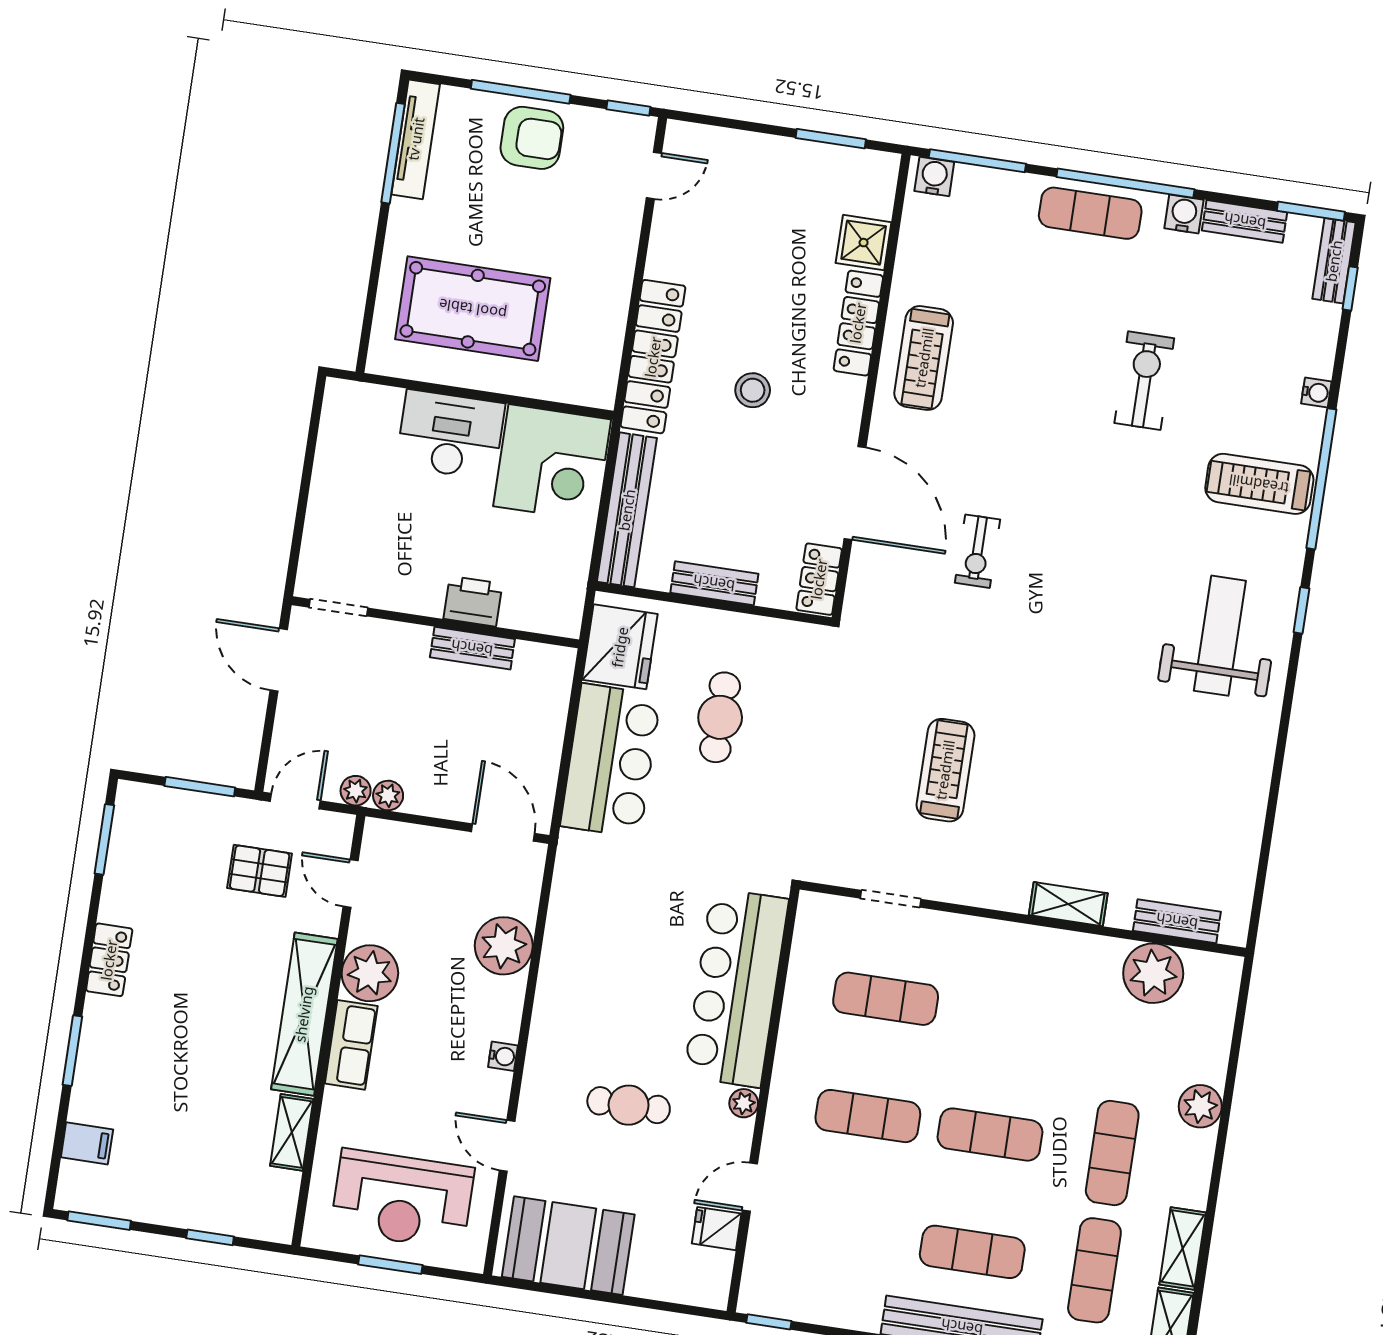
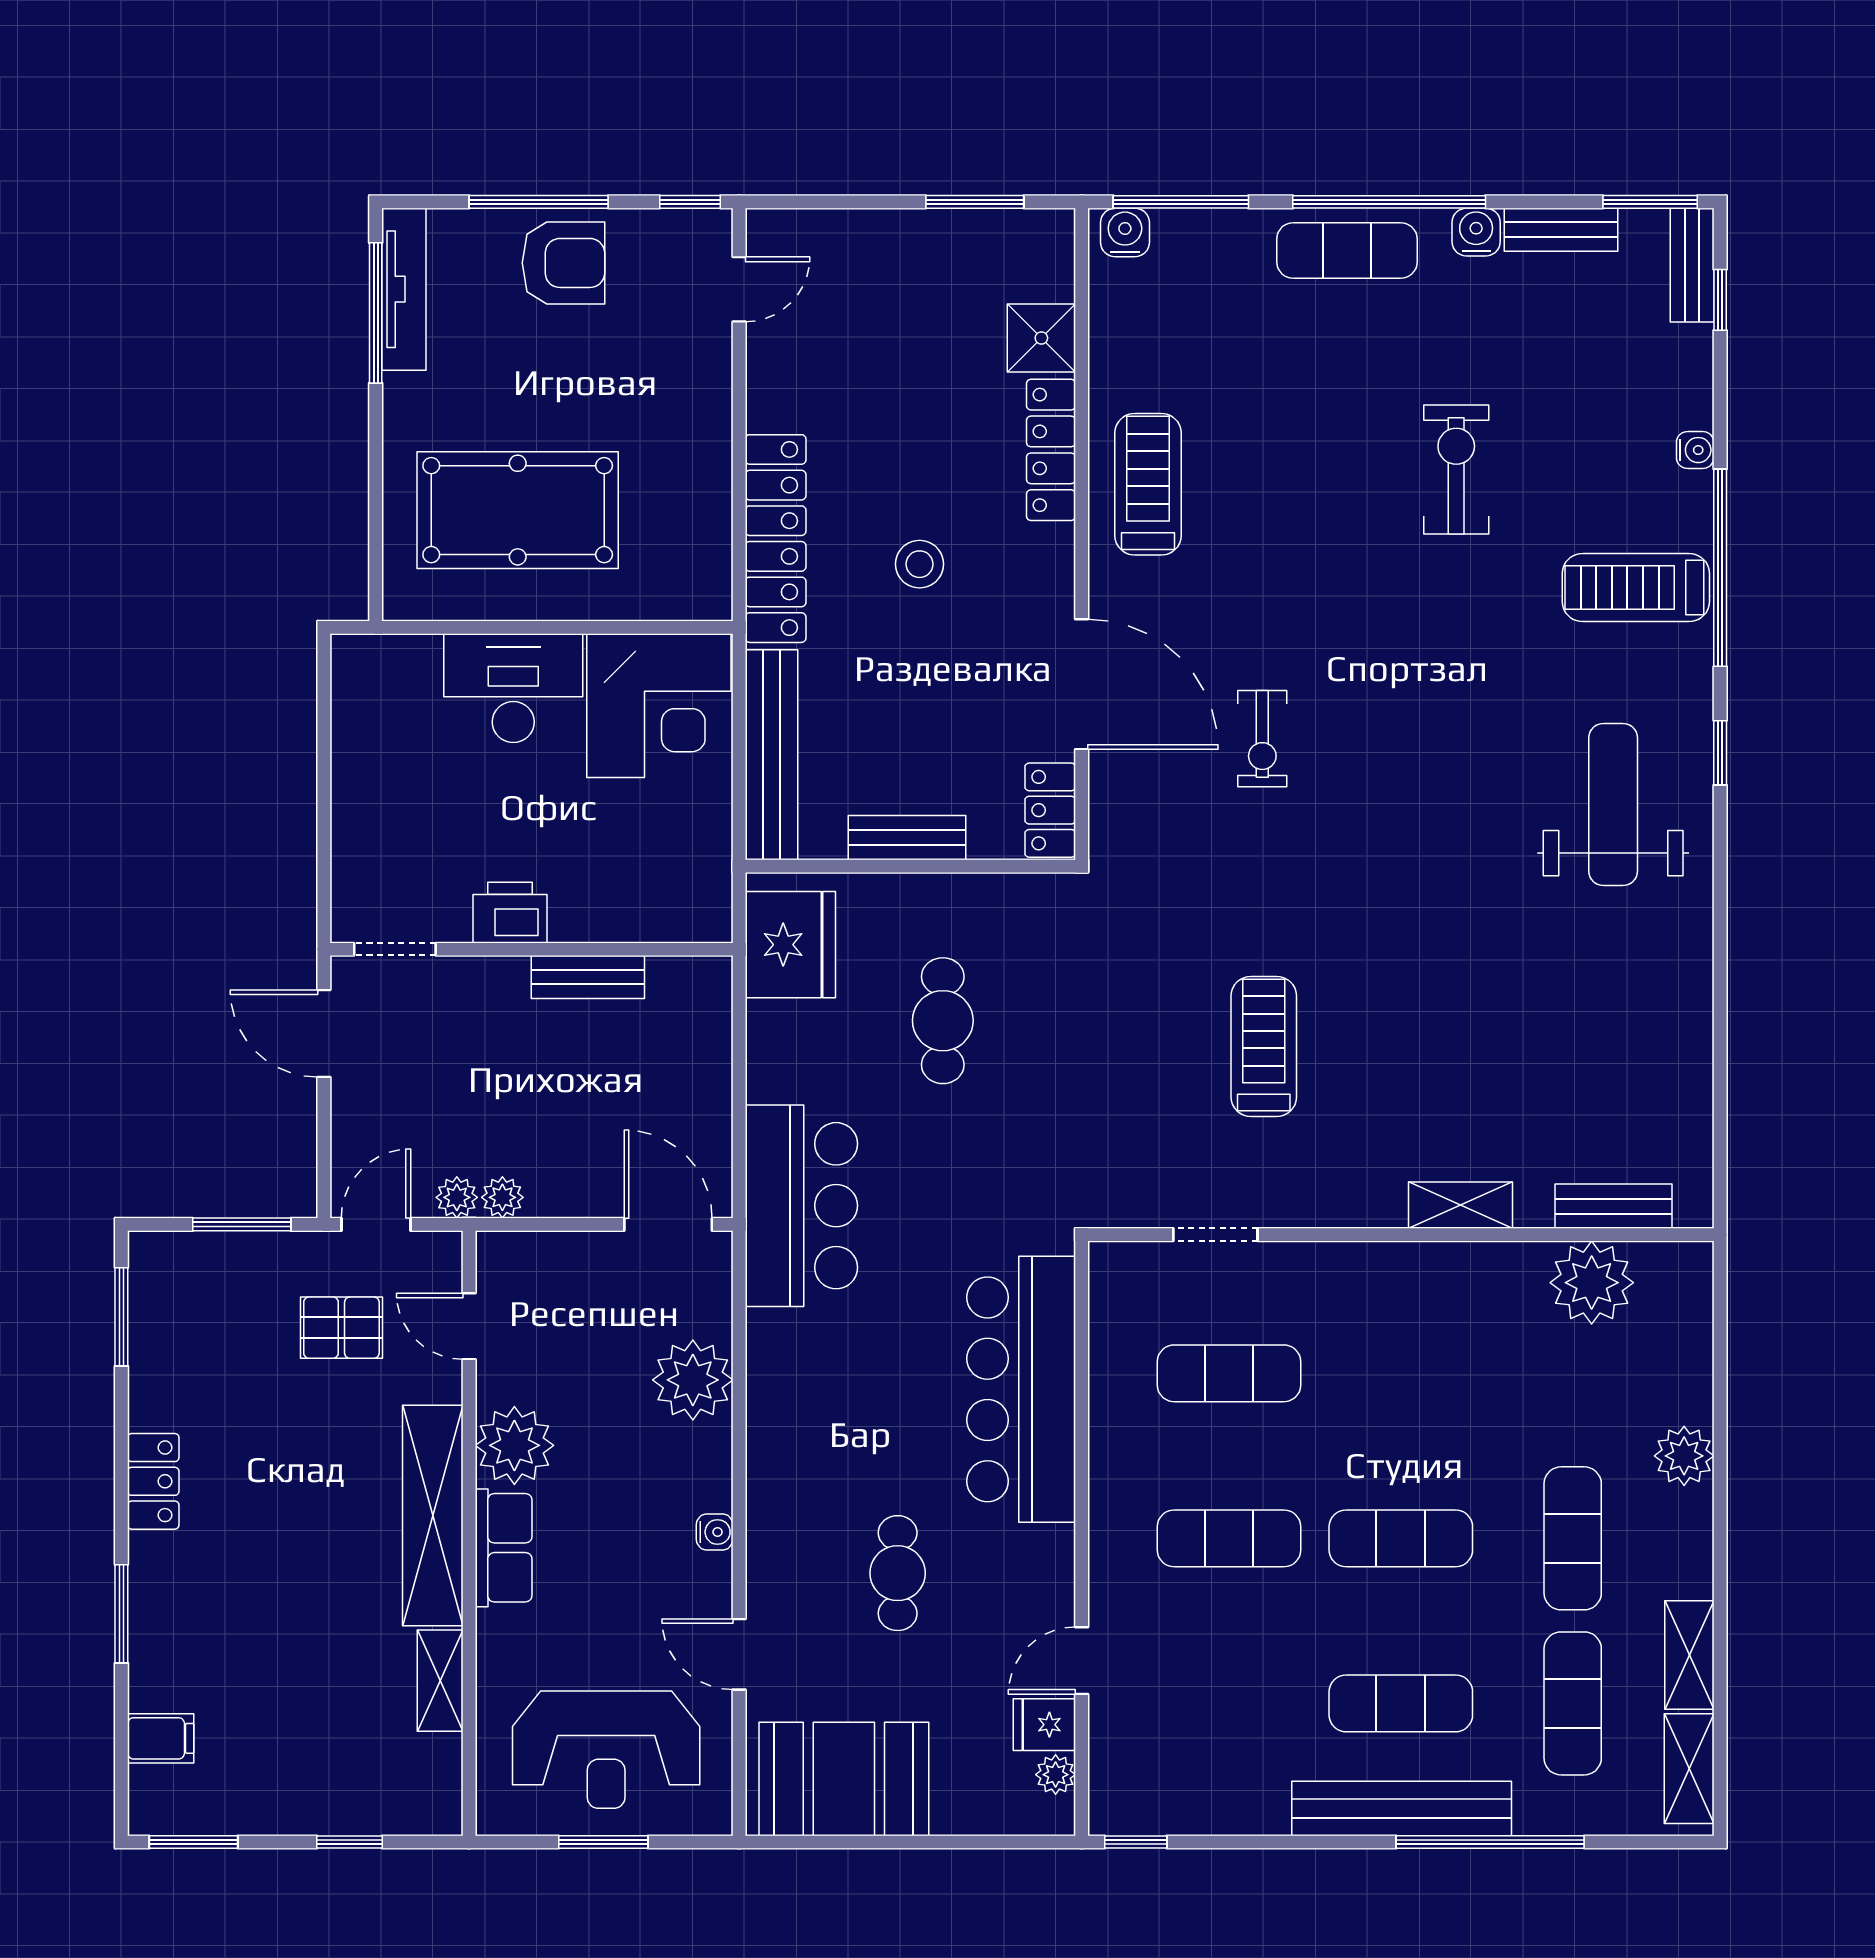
treadmill: (924, 358) -> (1148, 484), turned 180
printer: (473, 601) -> (510, 913), moved
bar counter: (611, 760) -> (801, 1206), moved
plant: (744, 1103) -> (1056, 1775), moved
cafe table: (629, 1105) -> (898, 1573), turned 90

